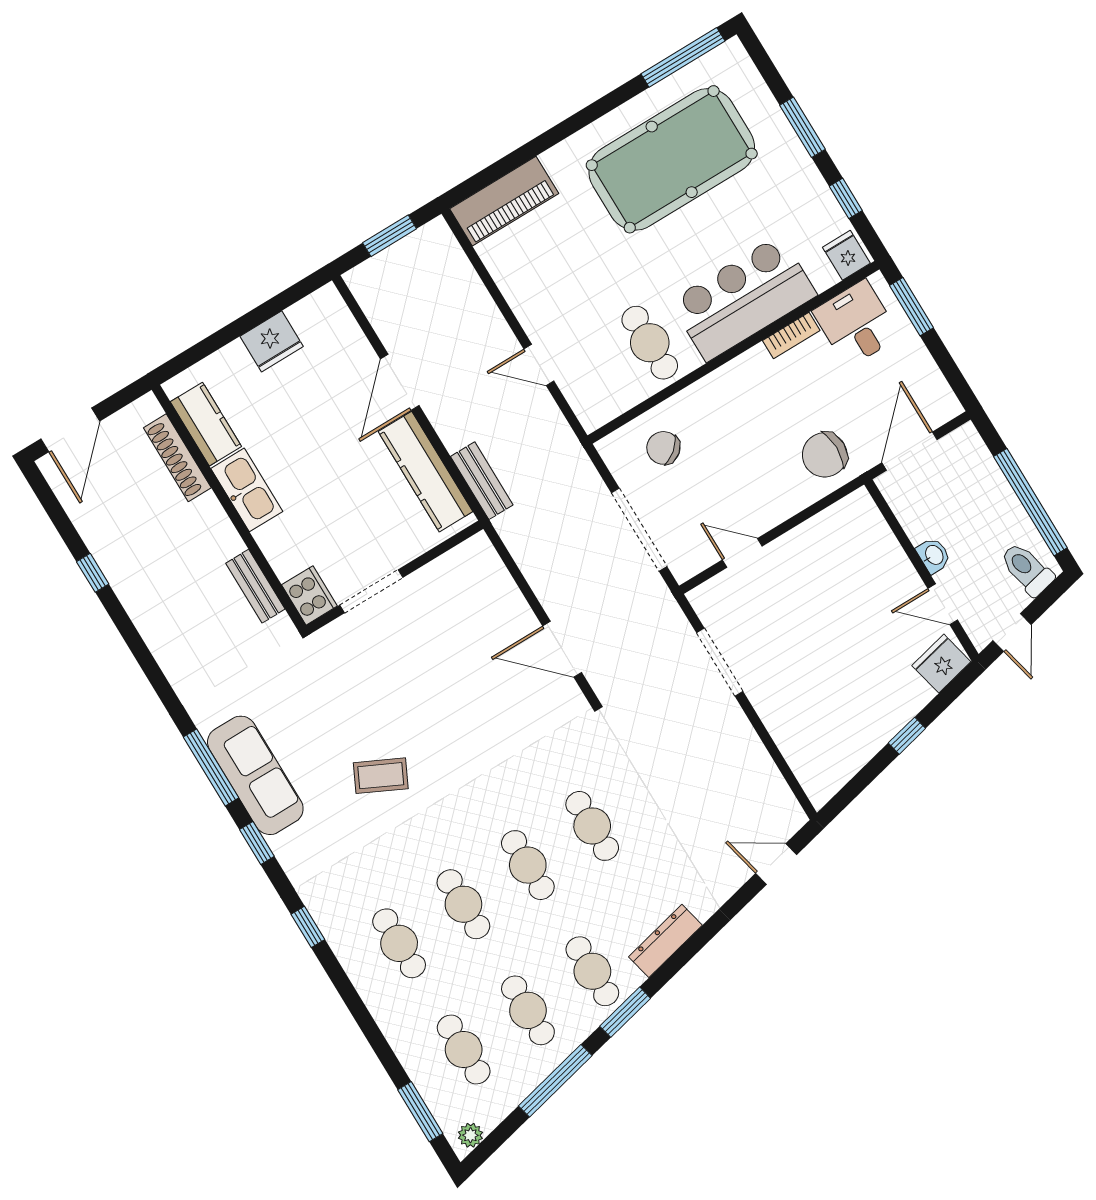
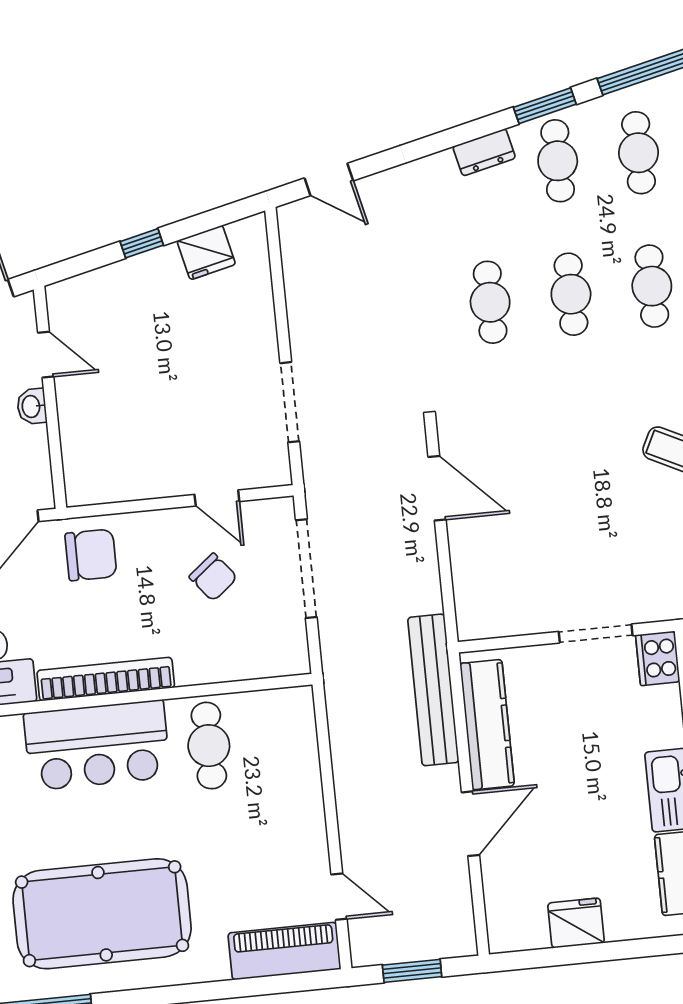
bookcase: (791, 336) -> (106, 679), width x2.31, depth x1.31
door: (539, 365) -> (339, 897), moved
chair: (663, 448) -> (213, 577), moved
bench: (482, 481) -> (433, 690), width x1.86, depth x1.21
fridge: (941, 664) -> (206, 253), moved
dresser: (665, 941) -> (484, 152), width x0.70

